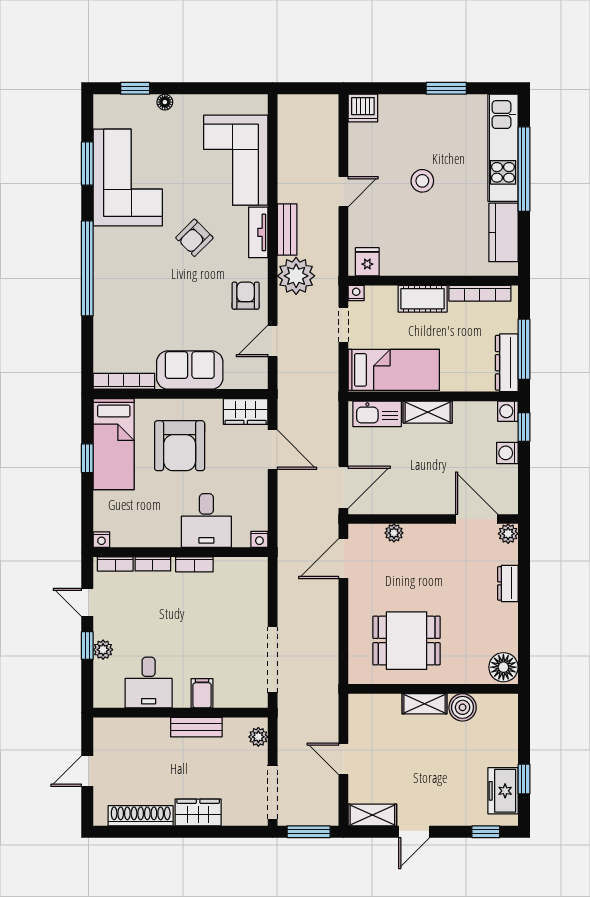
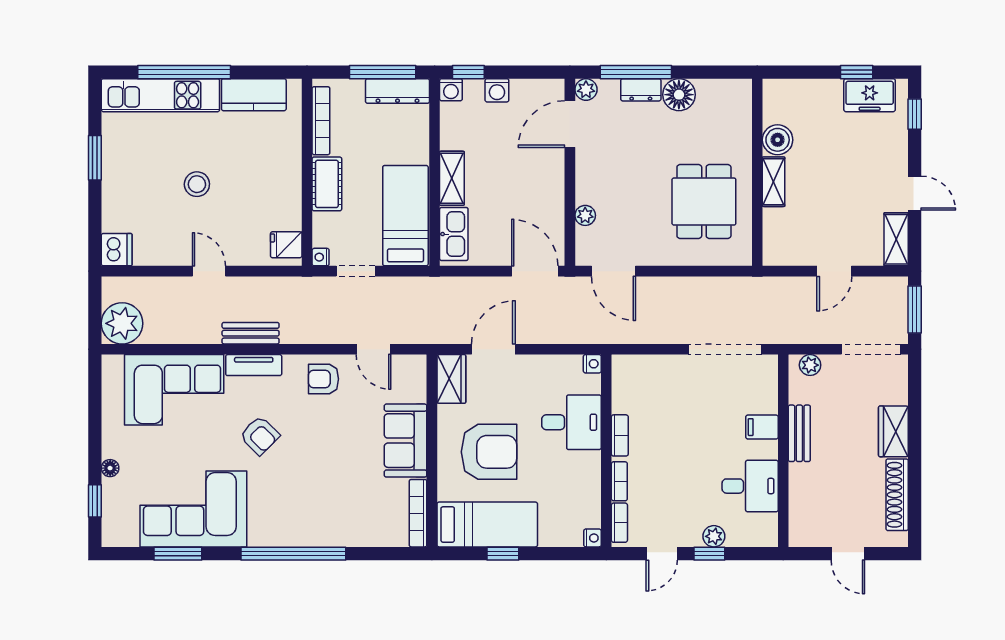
plant: (296, 276) -> (122, 323), moved
window: (524, 579) -> (636, 72), added
floor lamp: (503, 667) -> (679, 95), moved

